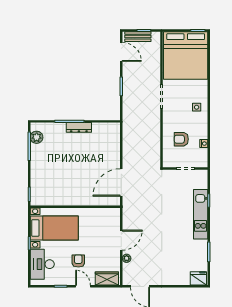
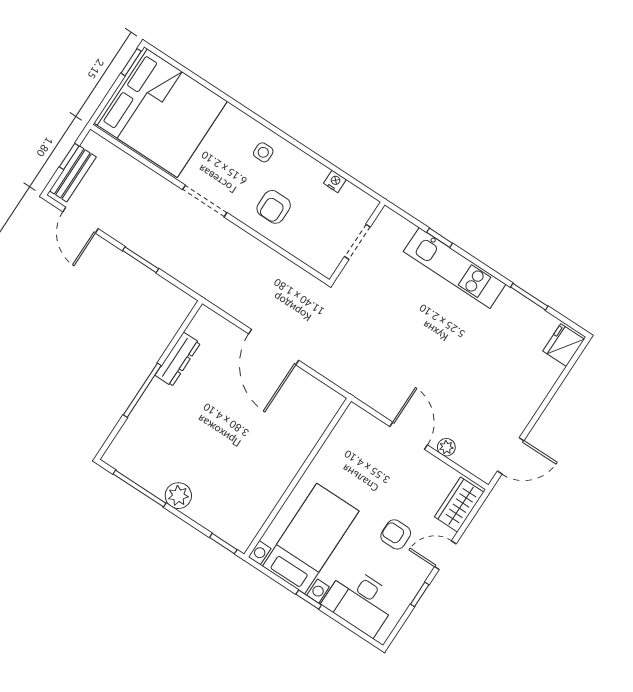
door: (121, 52) -> (80, 220), swing flipped
dresser: (79, 127) -> (178, 359), moved
plant: (37, 137) -> (178, 496), moved
armchair: (181, 139) -> (274, 207), moved
door: (121, 182) -> (274, 347), moved

